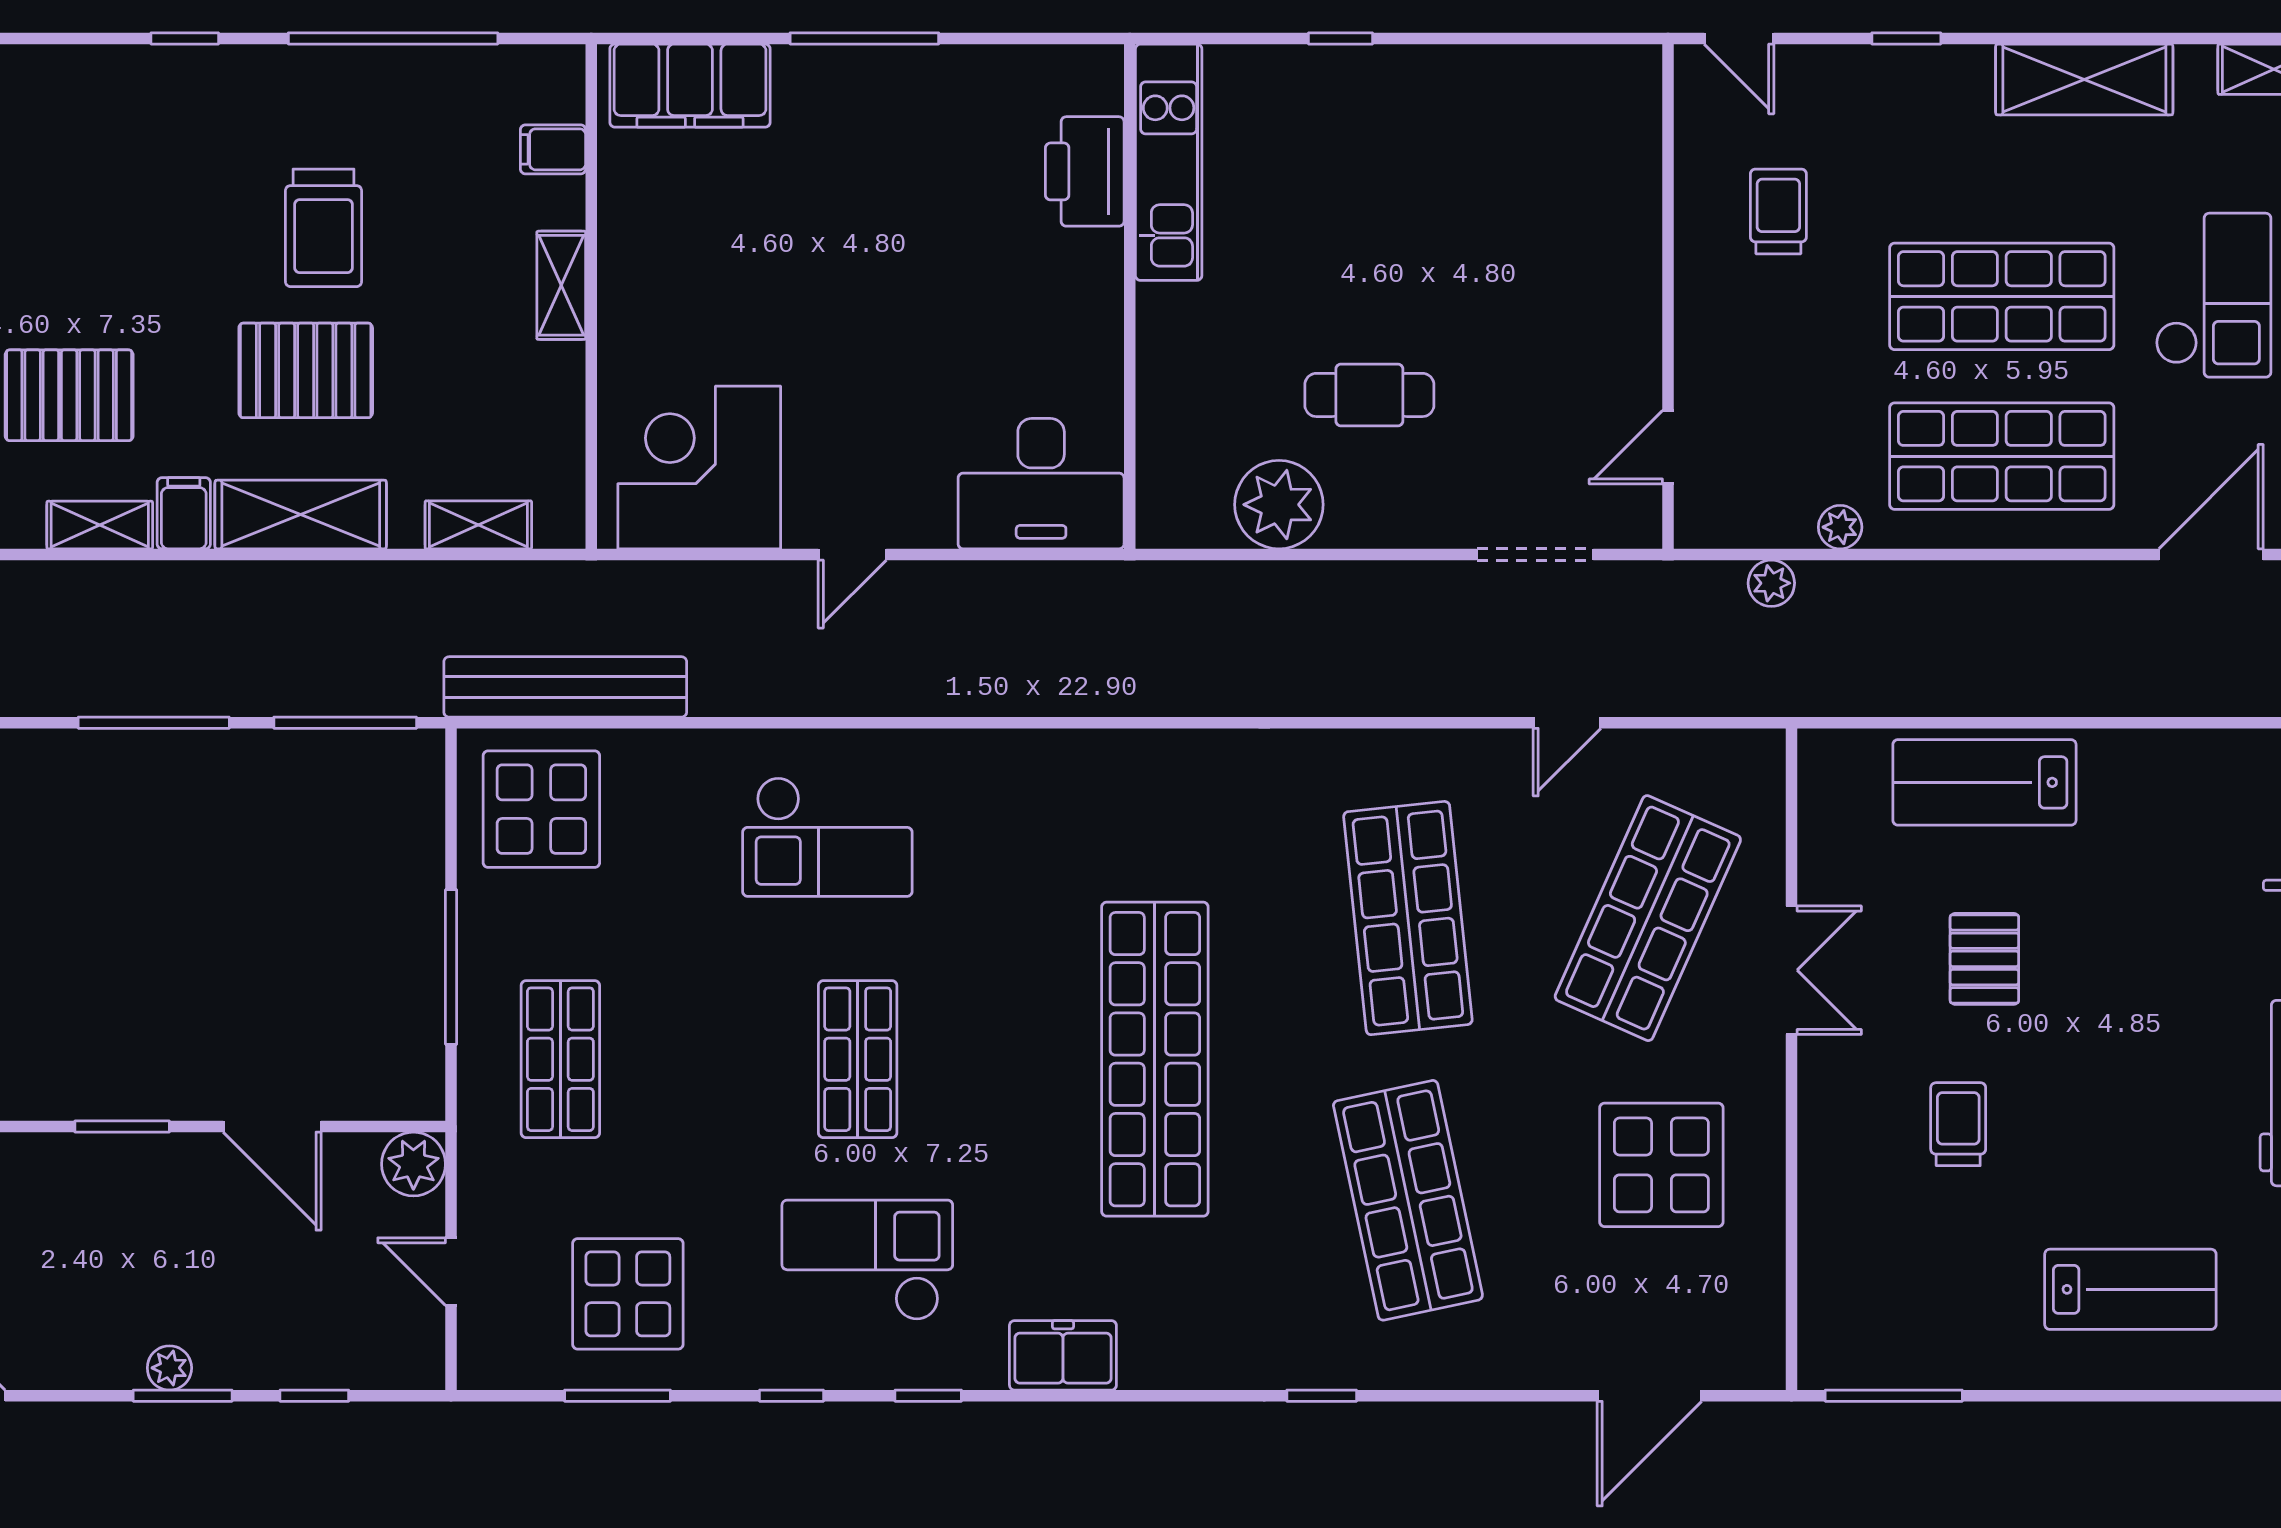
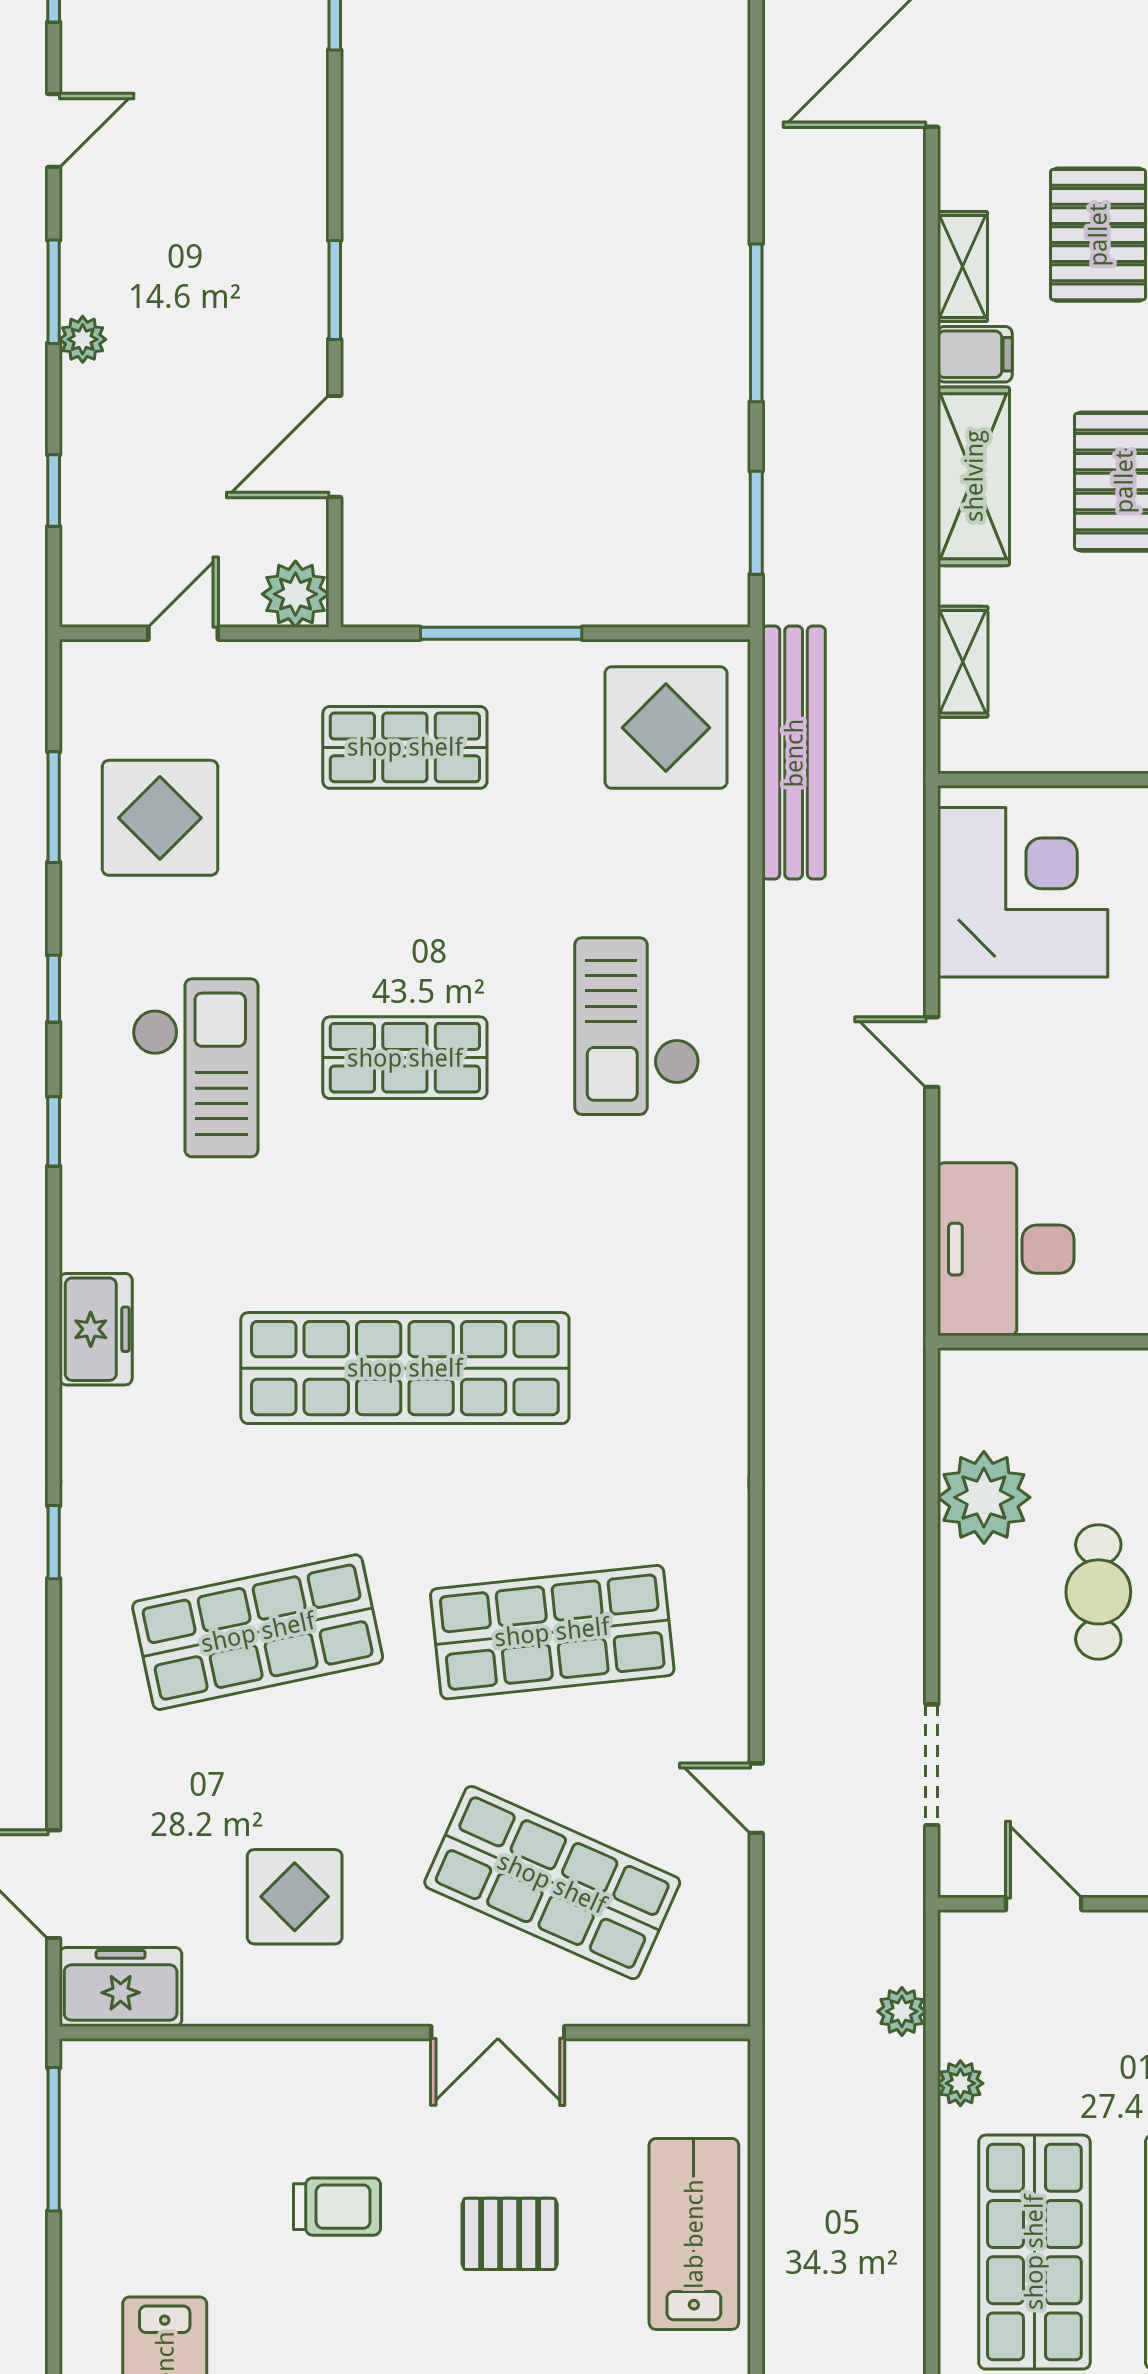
window: (345, 723) -> (756, 523), width x0.69
display table: (1661, 1165) -> (295, 1897), width x0.73, depth x0.73
freezer: (1748, 1332) -> (121, 1987), added
freezer: (1063, 1355) -> (96, 1329), moved
window: (183, 1396) -> (54, 292), moved

